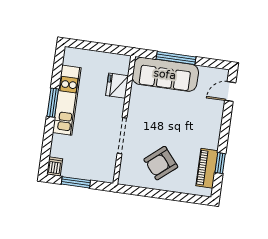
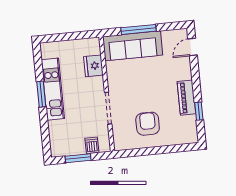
armchair: (161, 163) -> (148, 124), turned 130
dishwasher: (55, 166) -> (92, 145), moved
piano: (207, 168) -> (186, 98), moved

